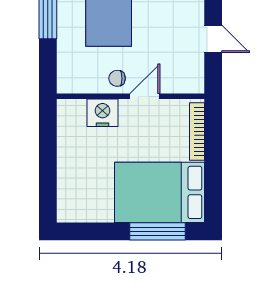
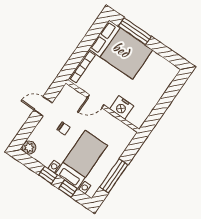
door: (213, 39) -> (43, 106), hinge flipped
chair: (117, 78) -> (64, 128), moved

